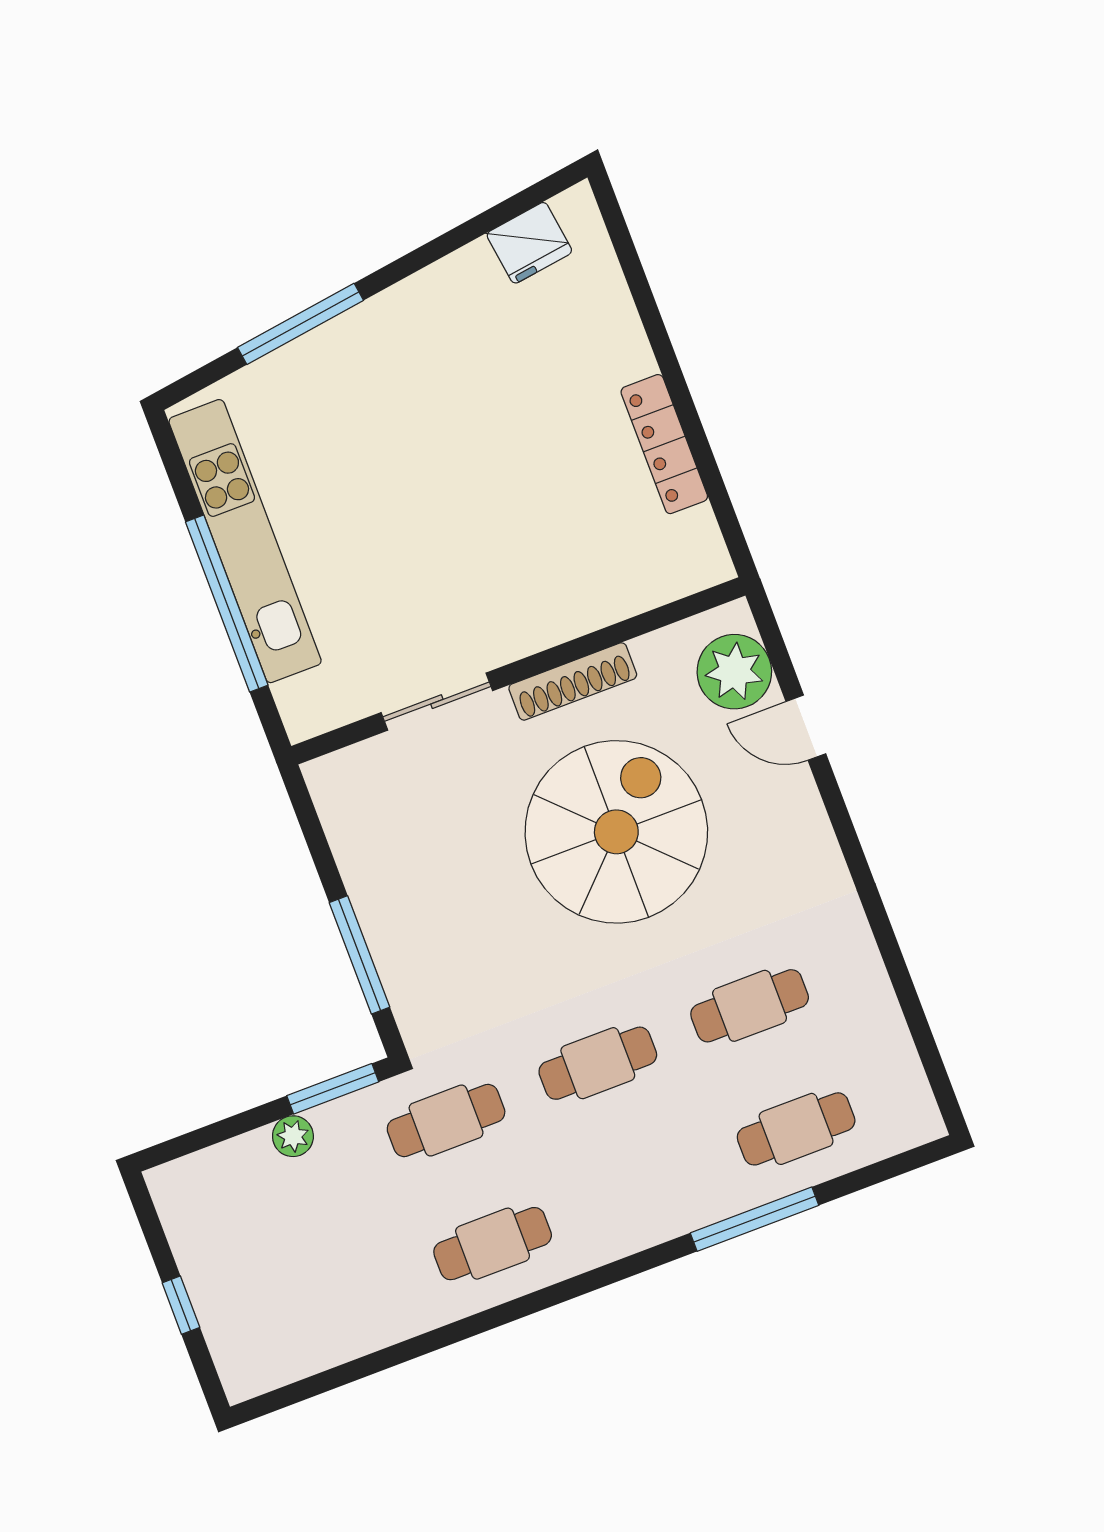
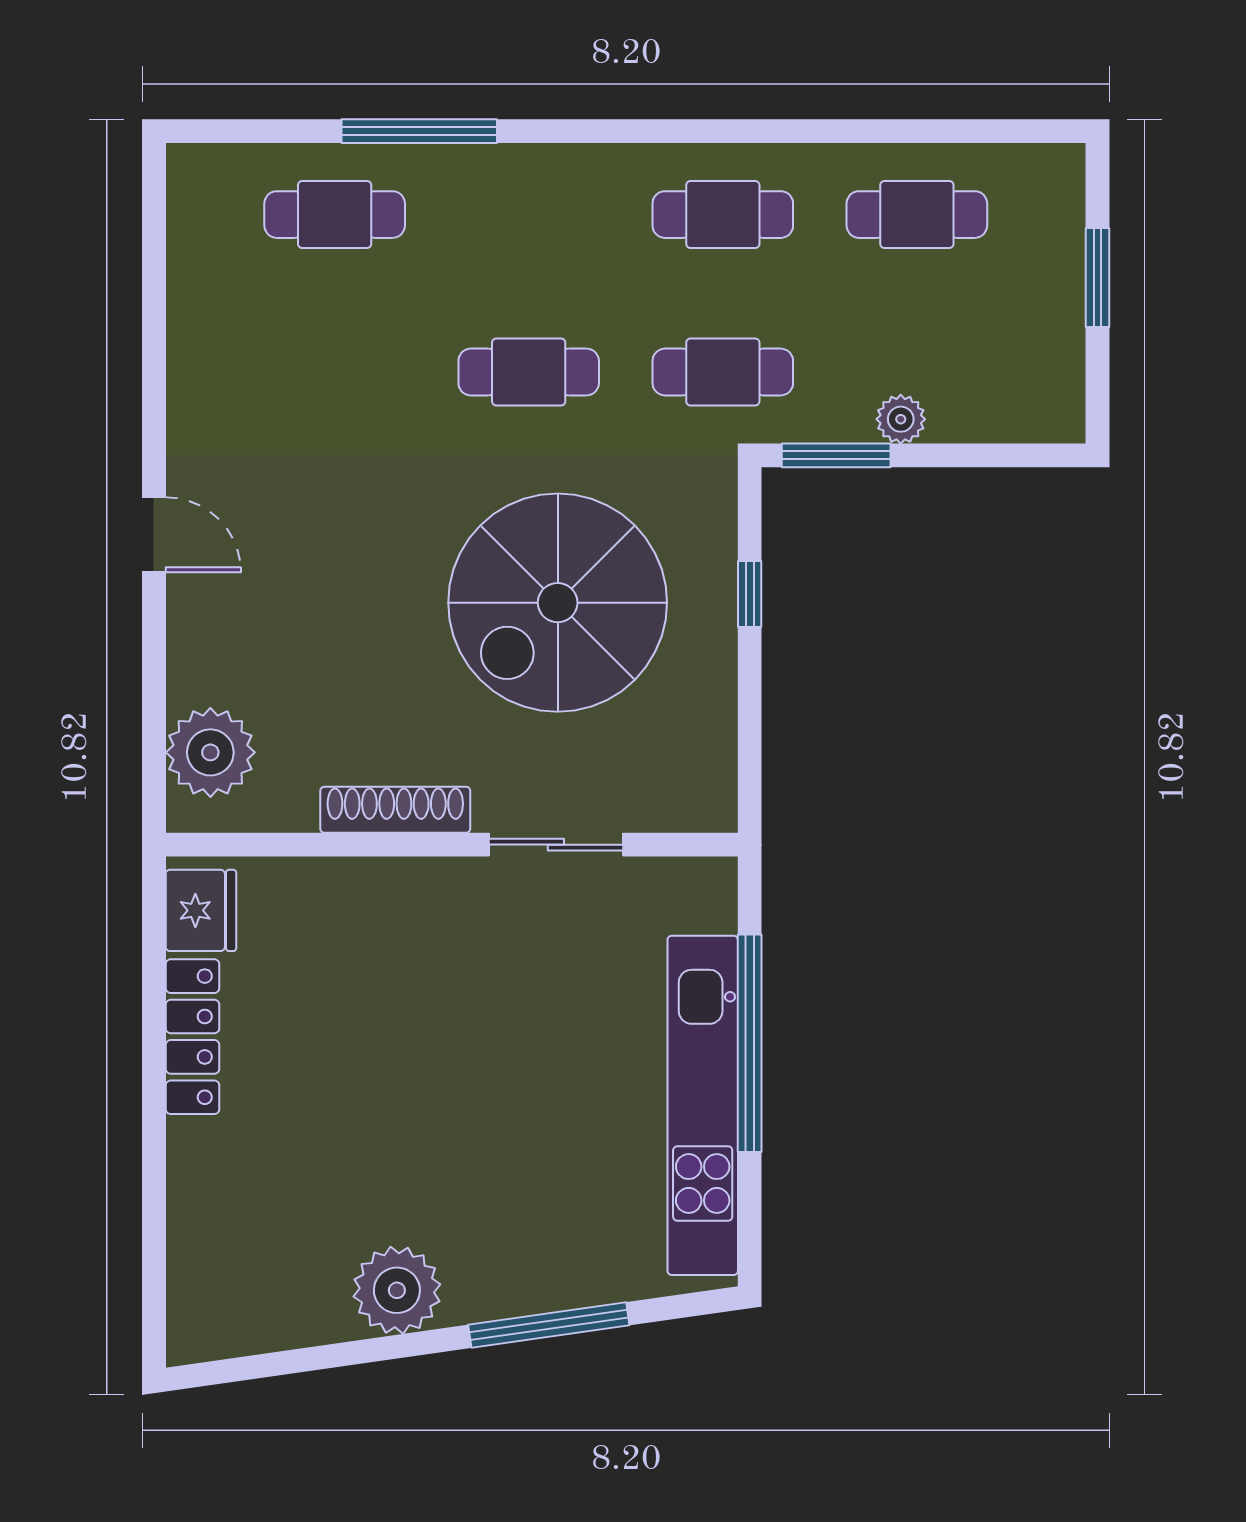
fridge: (529, 243) -> (201, 910), moved, turned 98
plant: (430, 306) -> (397, 1290), added
door: (806, 728) -> (154, 535), moved
spiral stairs: (616, 832) -> (558, 603), moved
window: (359, 955) -> (750, 594), width x0.46
cafe table: (750, 1006) -> (917, 215), moved
window: (181, 1305) -> (1098, 277), width x1.50

